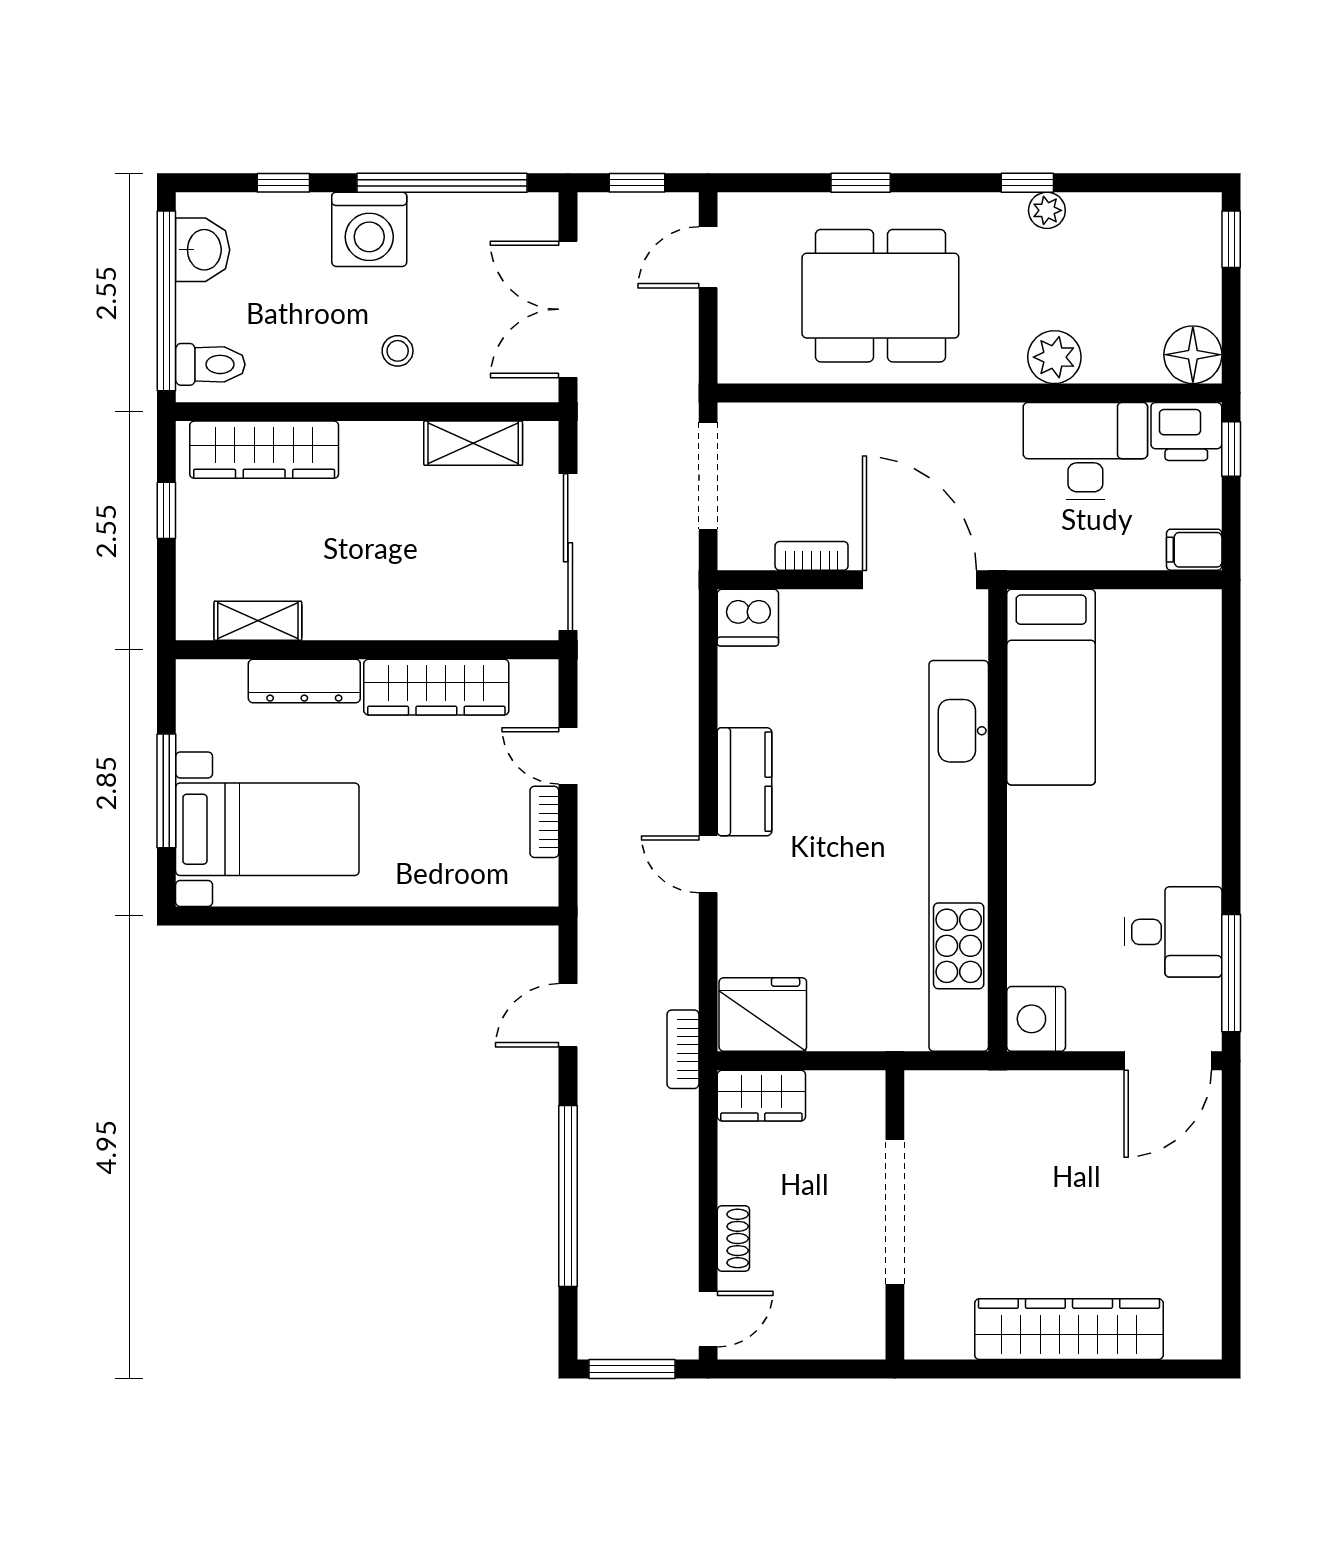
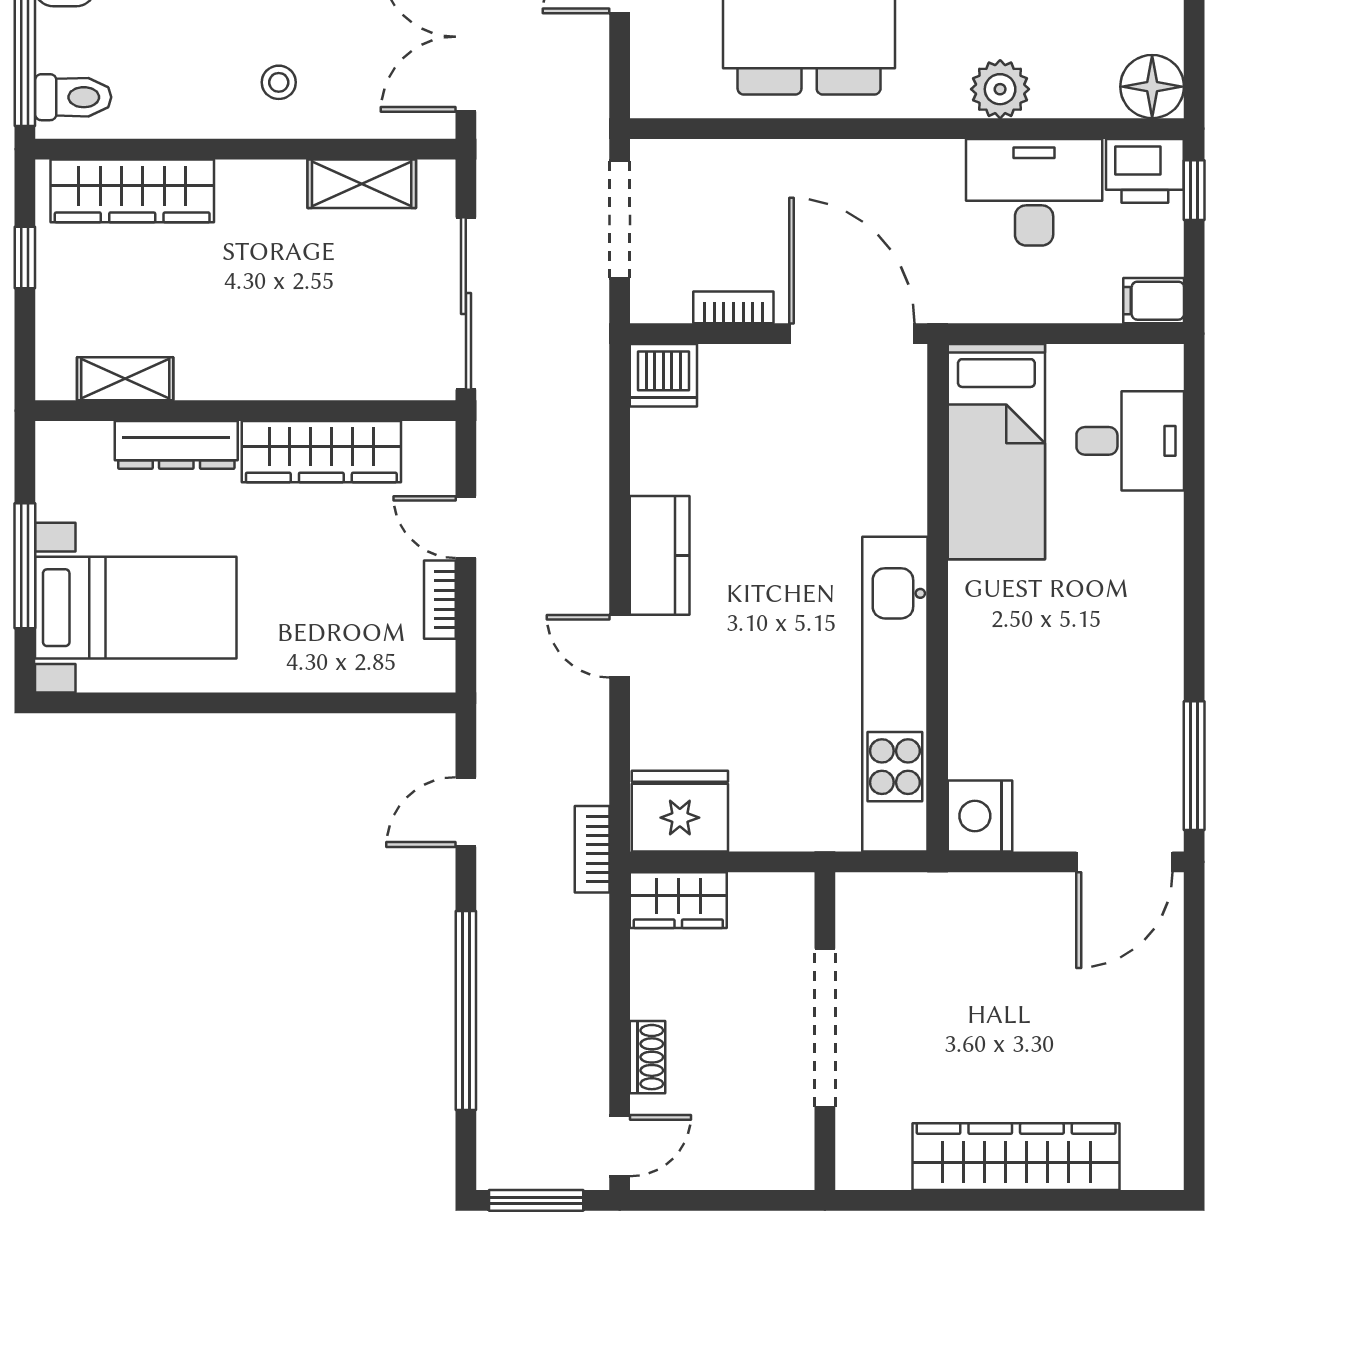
kitchen unit: (959, 856) -> (895, 694), width x0.73
desk: (1173, 932) -> (1130, 441), moved

